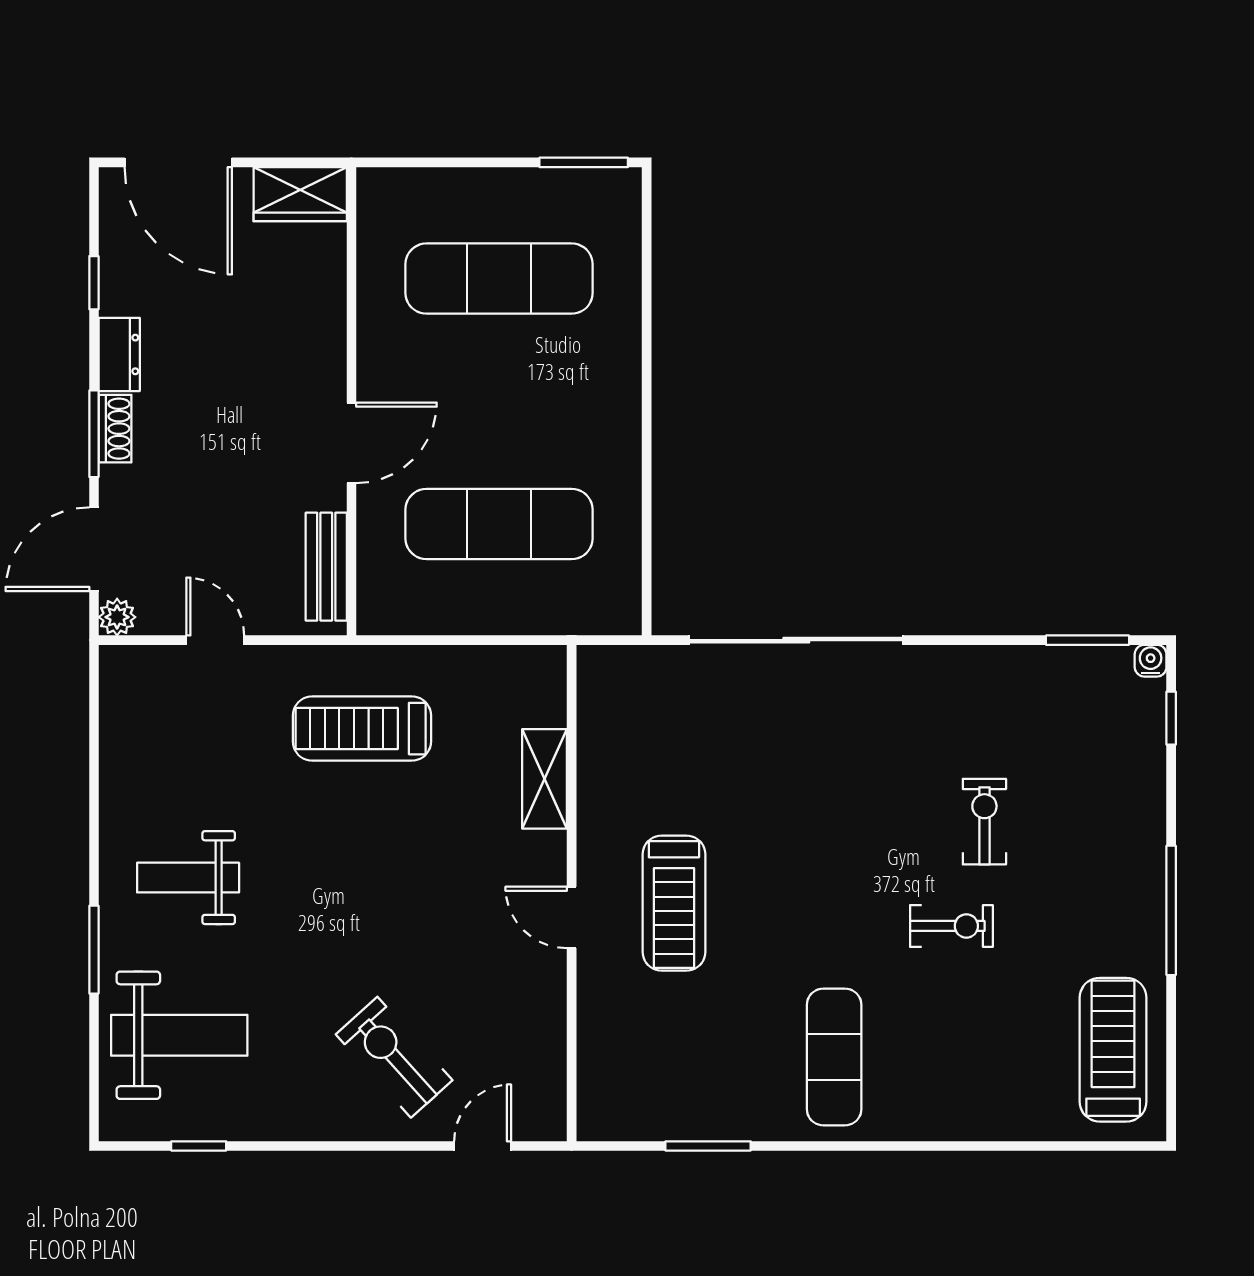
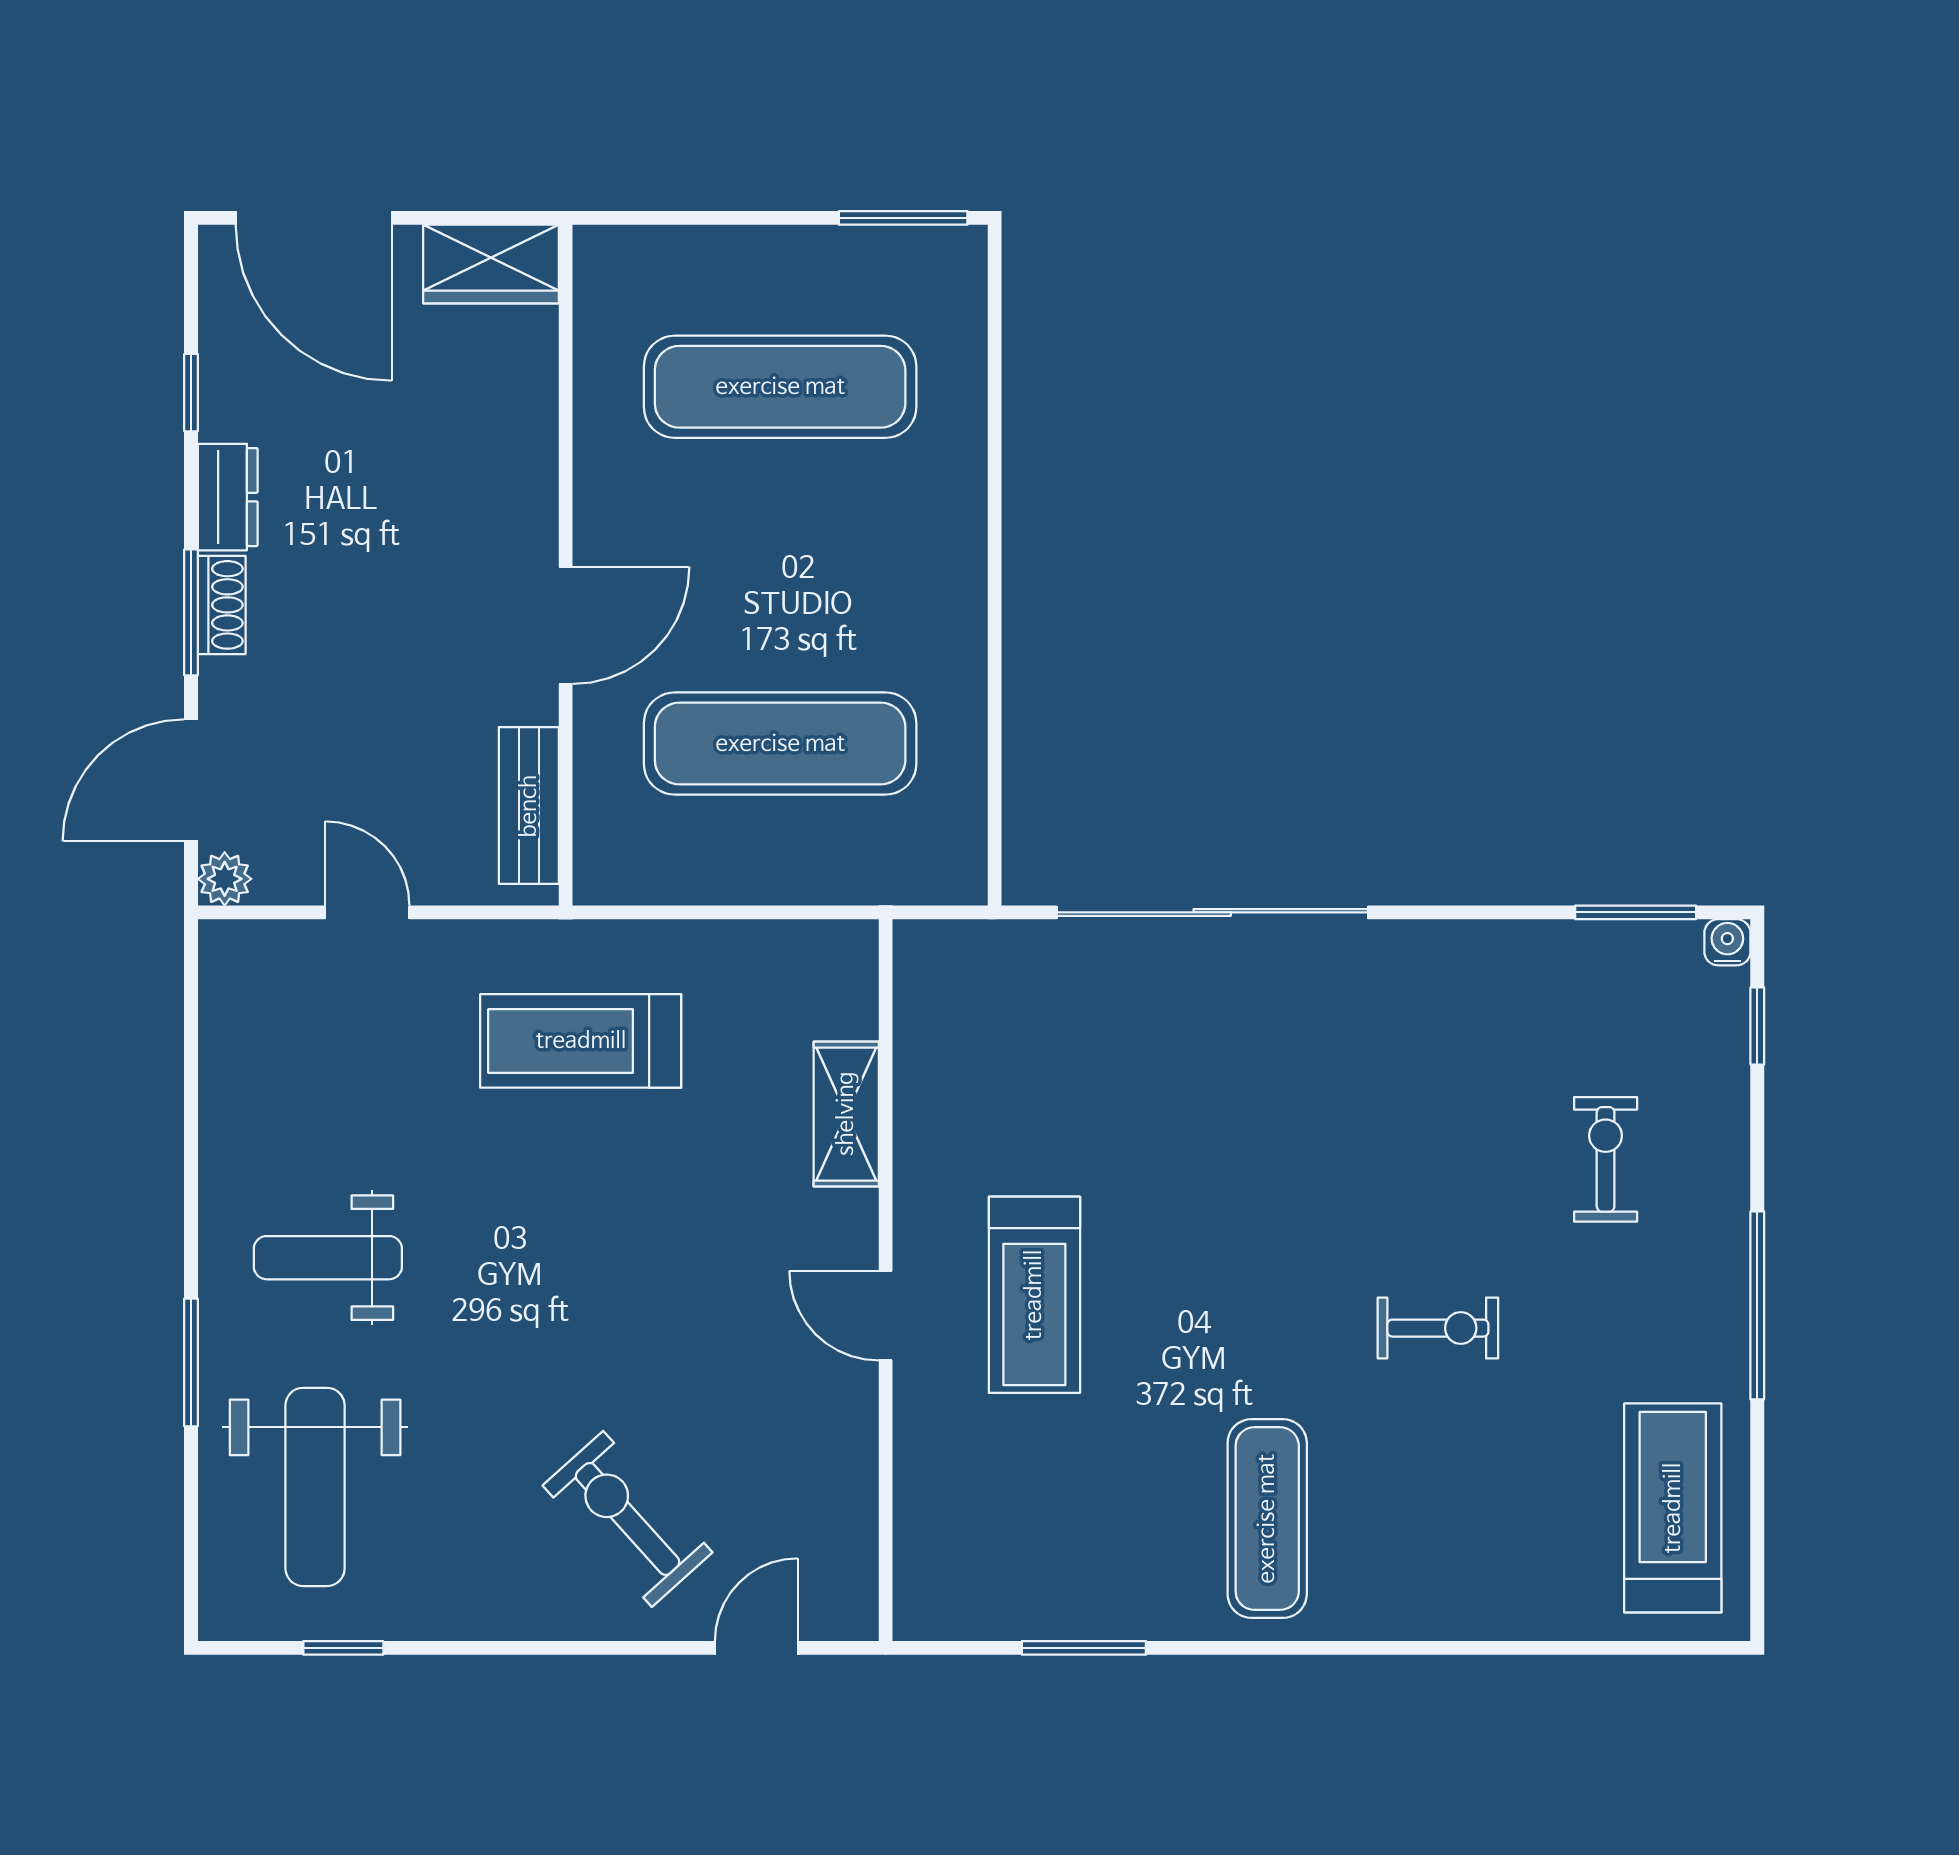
exercise bike: (984, 822) -> (1606, 1159), moved
weight bench: (179, 1035) -> (315, 1487), turned 90

